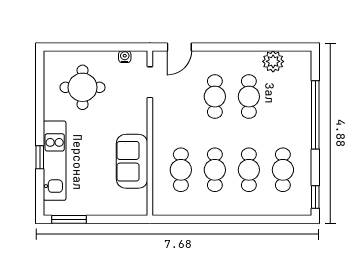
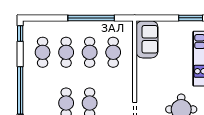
sofa: (132, 161) -> (147, 39), moved
window: (213, 219) -> (91, 18), added

